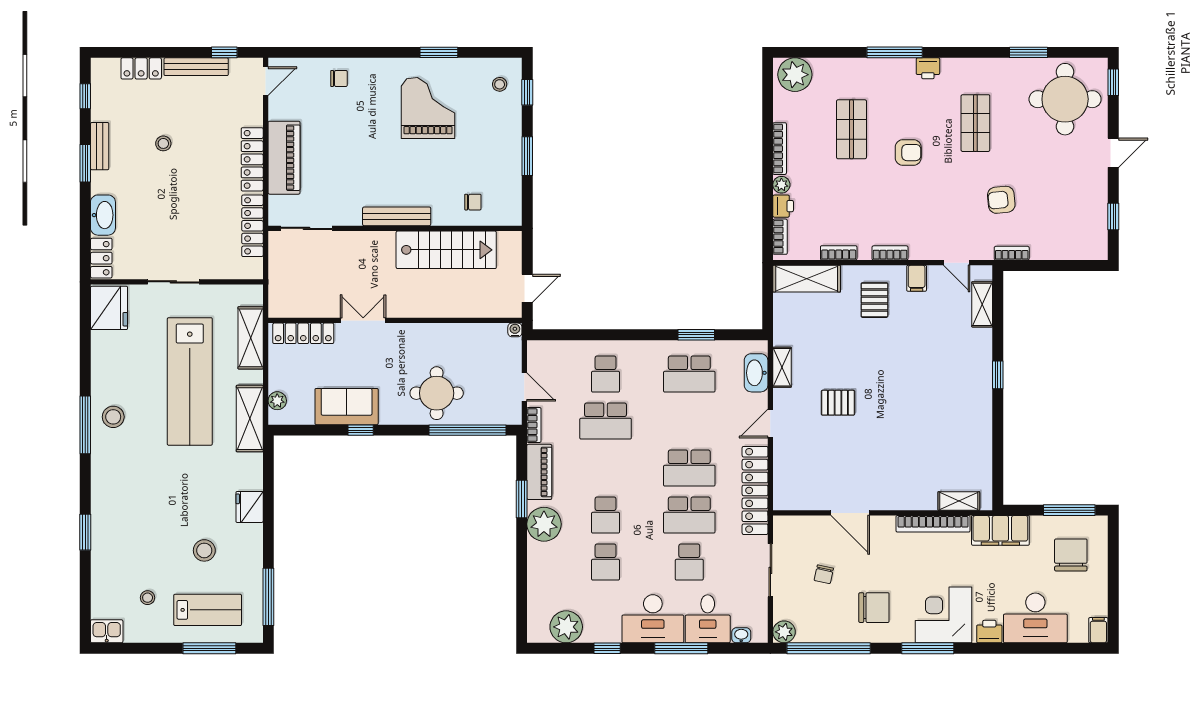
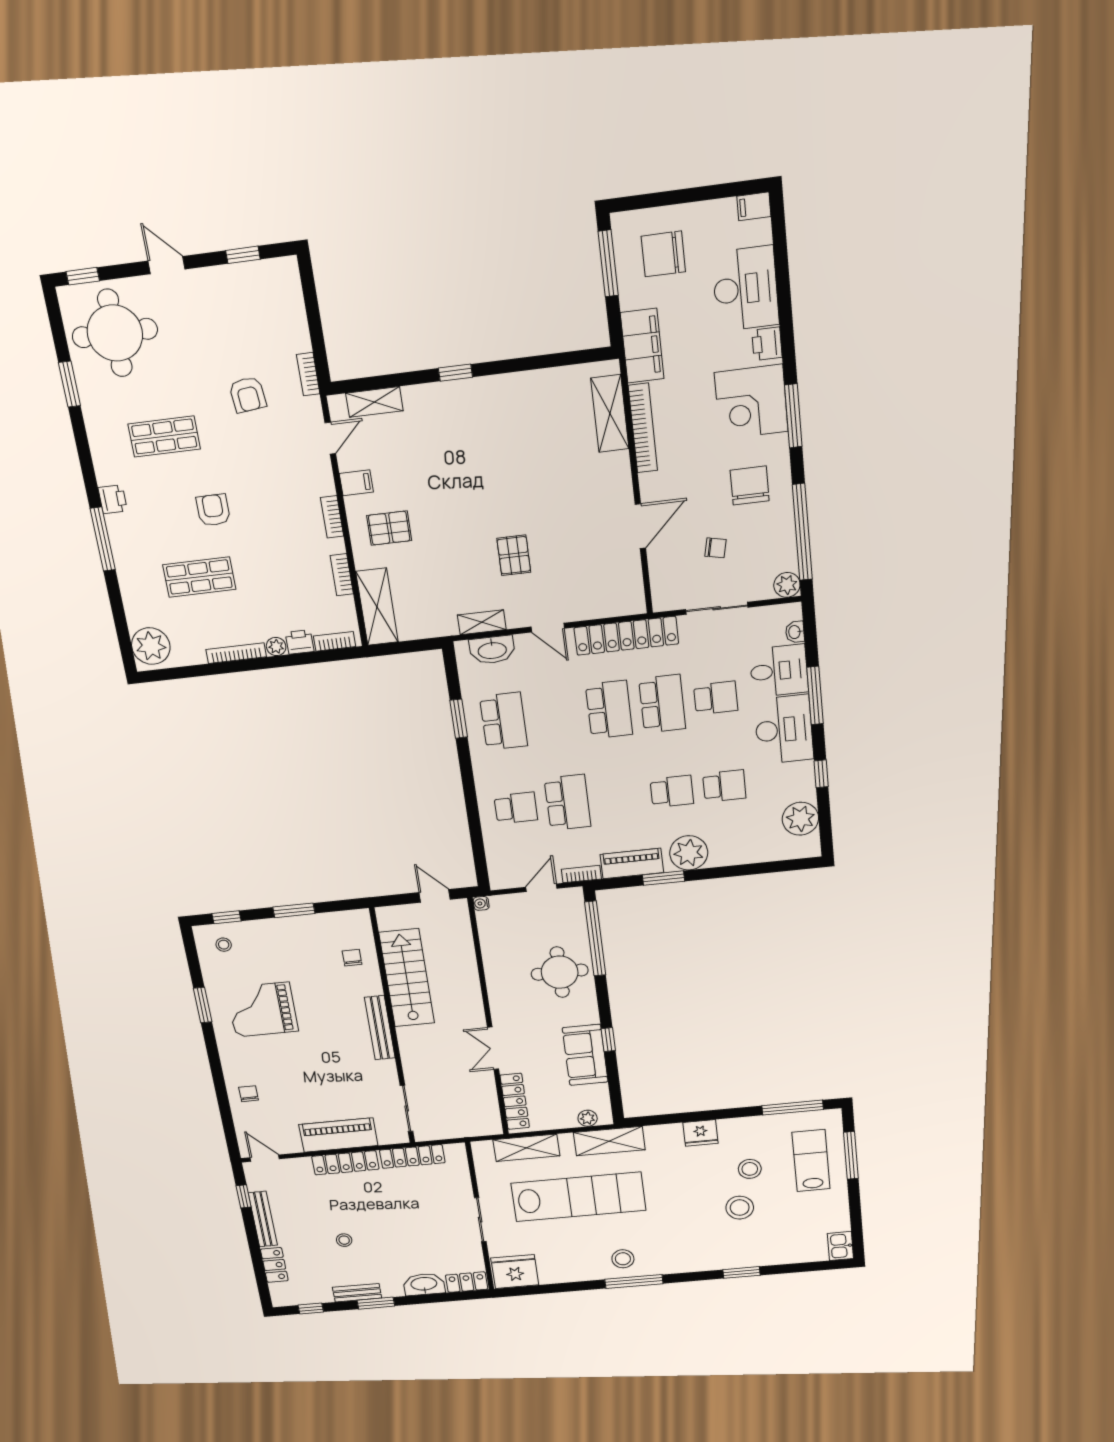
shelving: (959, 501) -> (610, 414), width x1.50, depth x1.33
stool: (148, 598) -> (740, 1208), moved, width x1.89, depth x1.89

